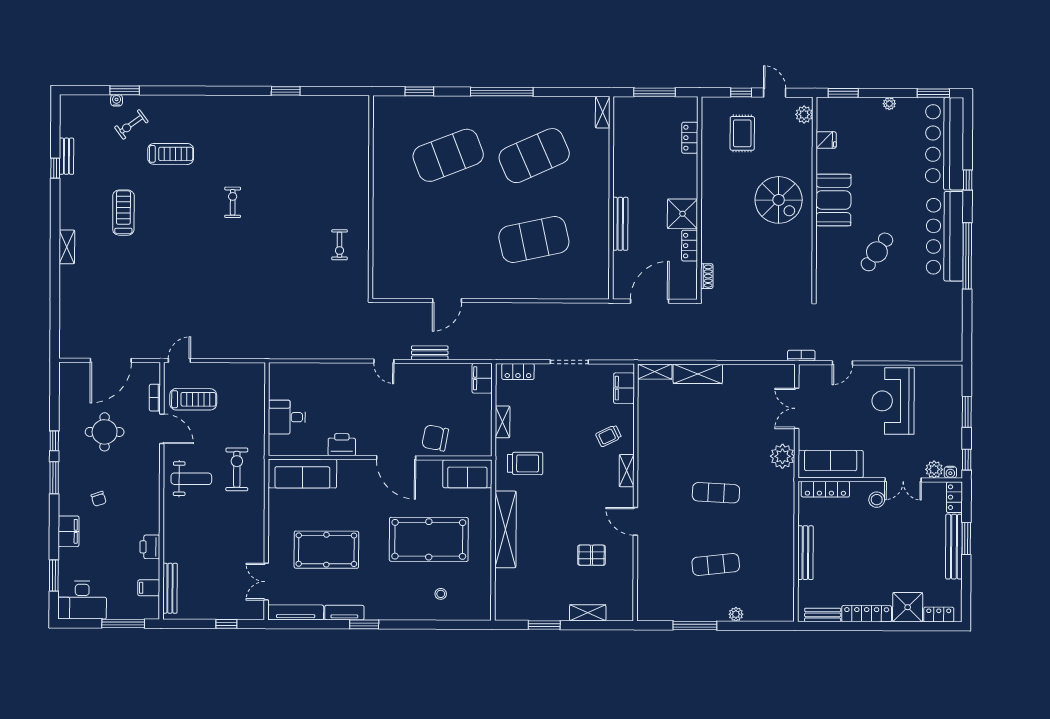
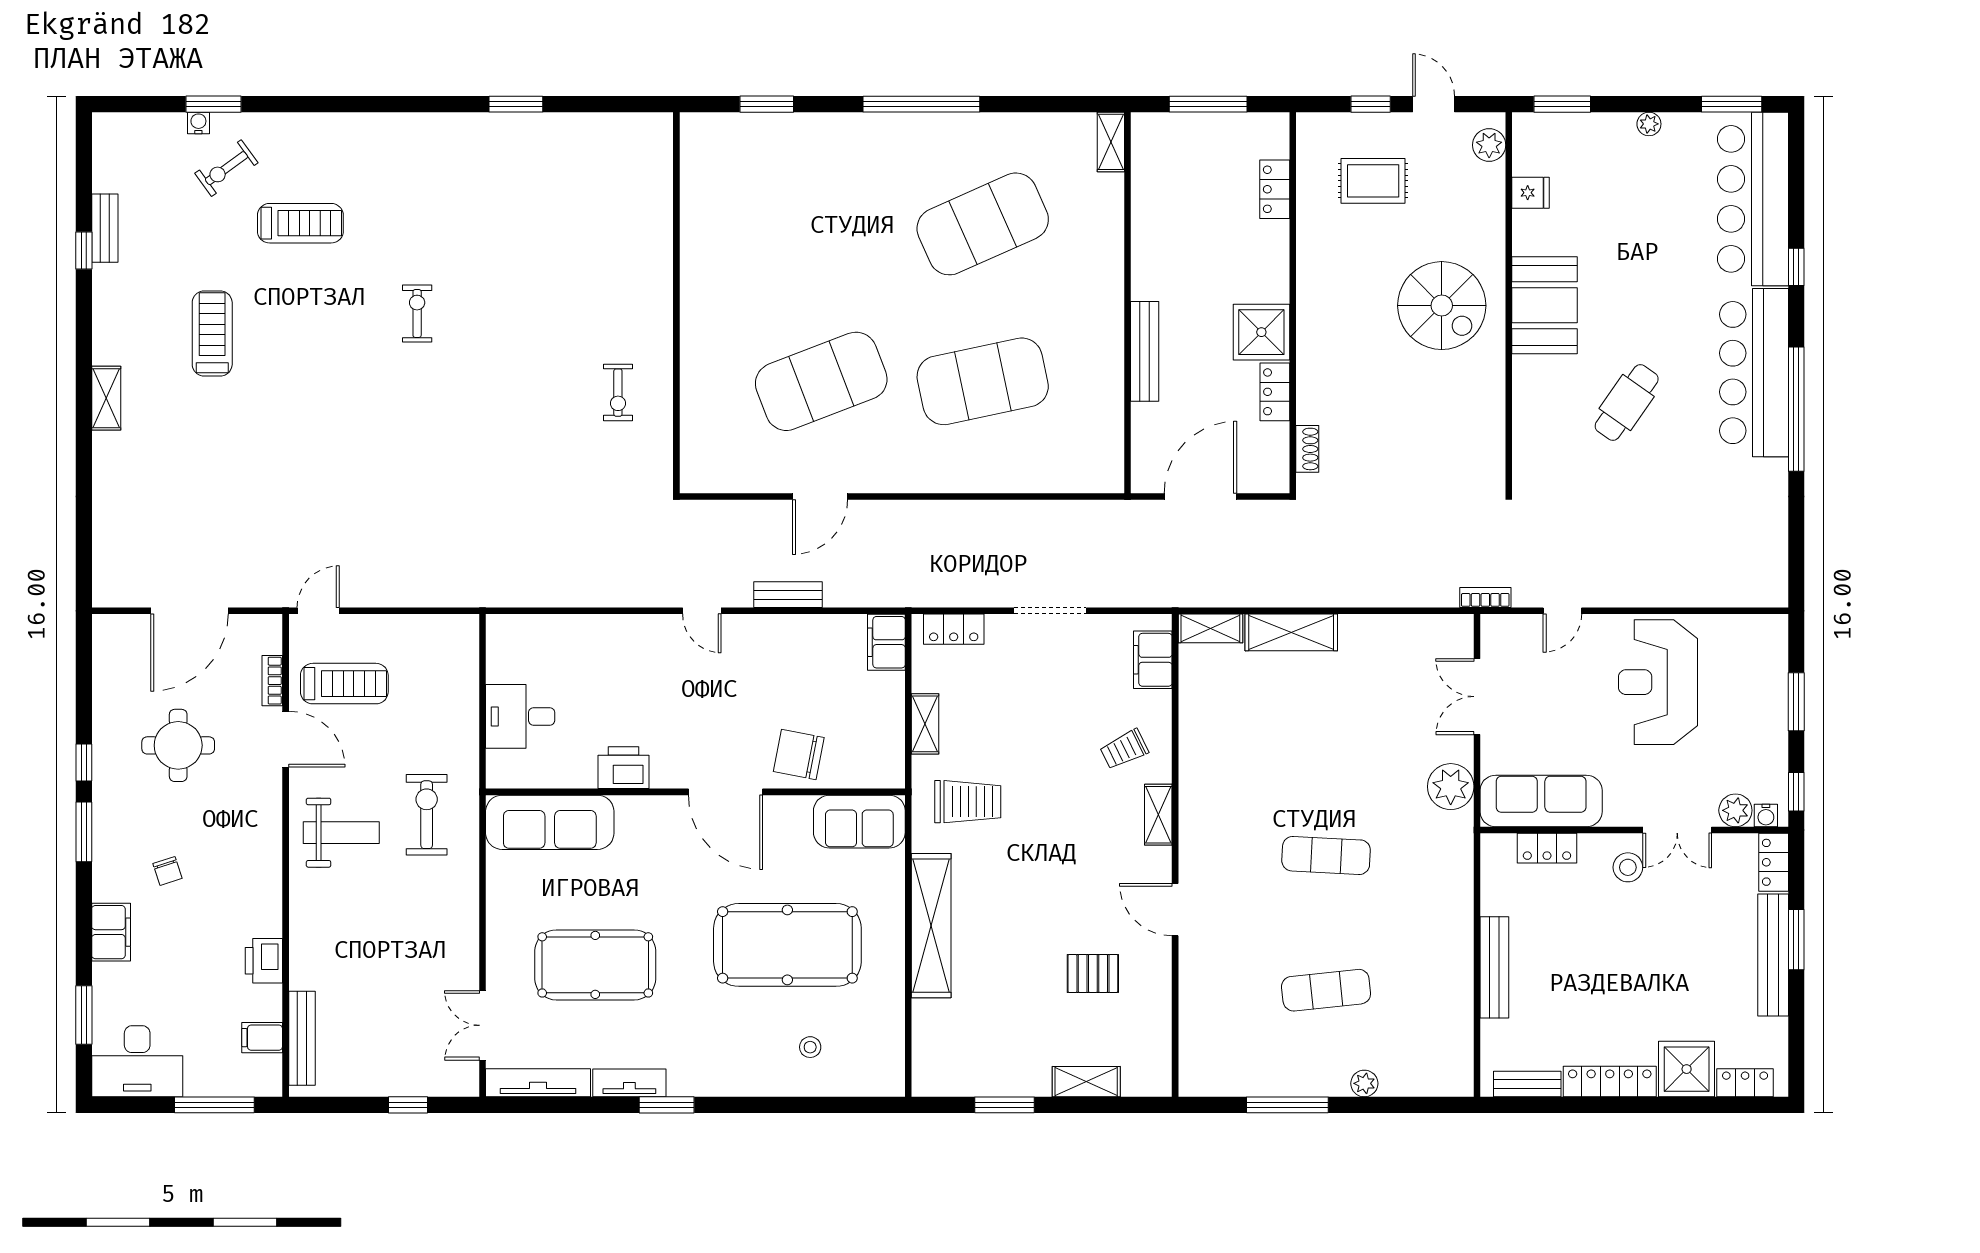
rug: (742, 133) -> (1373, 181), turned 90
exercise mat: (448, 155) -> (821, 381), moved
locker: (825, 489) -> (1547, 848), width x0.66

